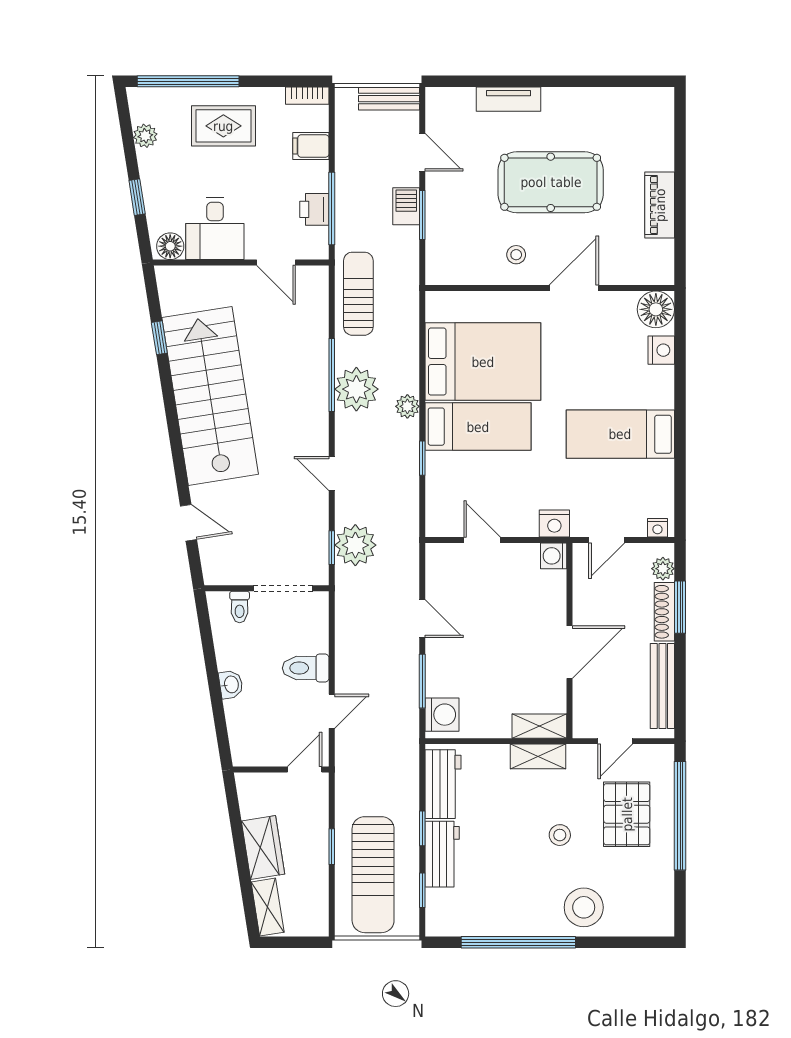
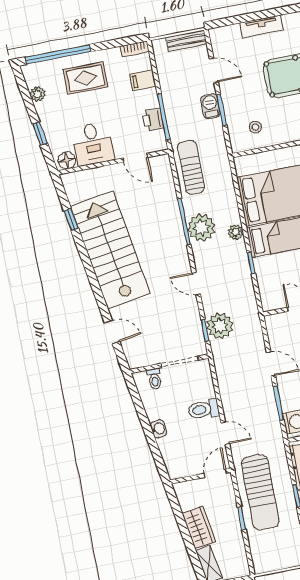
stool: (516, 255) -> (255, 127), moved
door: (332, 711) -> (225, 433), hinge flipped
sun lounger: (373, 875) -> (260, 492), moved

